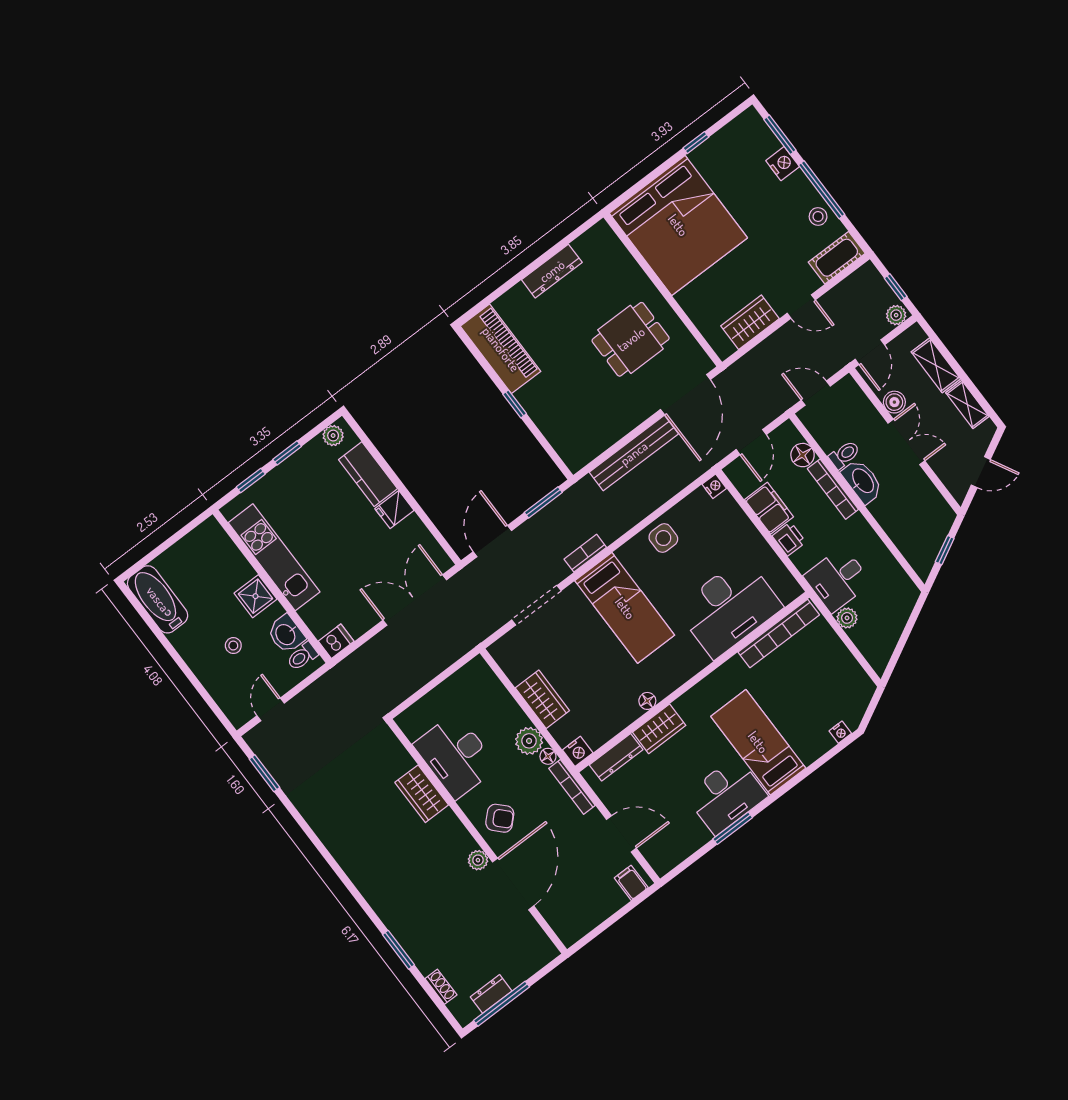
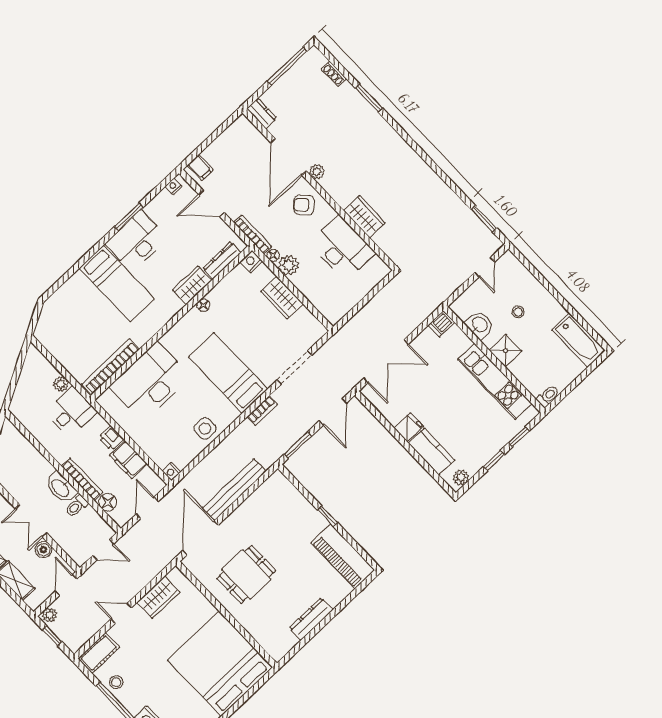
toilet: (302, 656) -> (548, 396), moved
nightstand: (840, 732) -> (174, 186), moved
dresser: (491, 994) -> (262, 113), moved, turned -90

